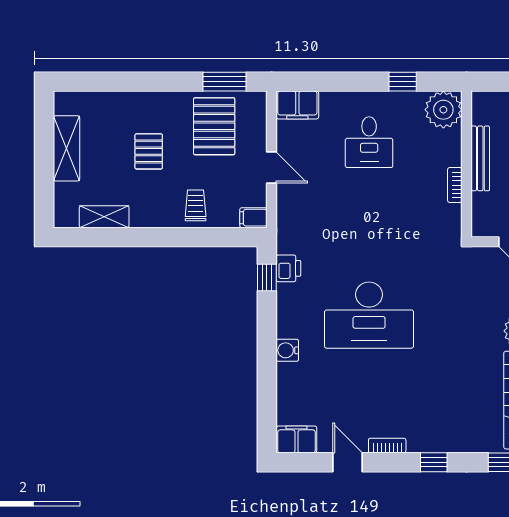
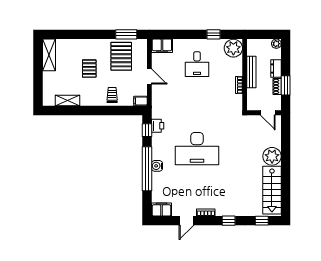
shelving: (66, 148) -> (49, 55), moved
window: (267, 356) -> (147, 169), added
door: (348, 462) -> (186, 221), swing flipped

